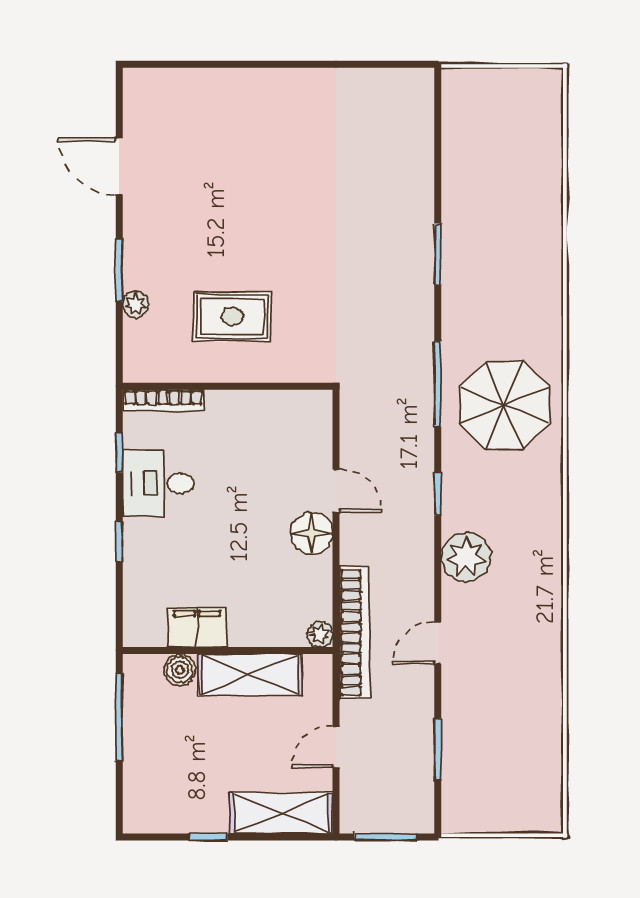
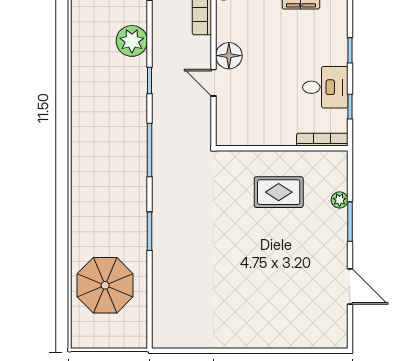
parasol: (504, 405) -> (105, 285), moved

